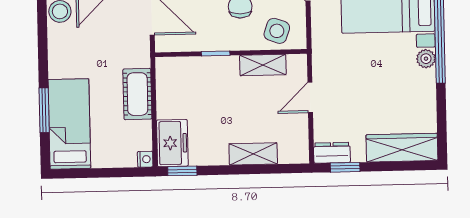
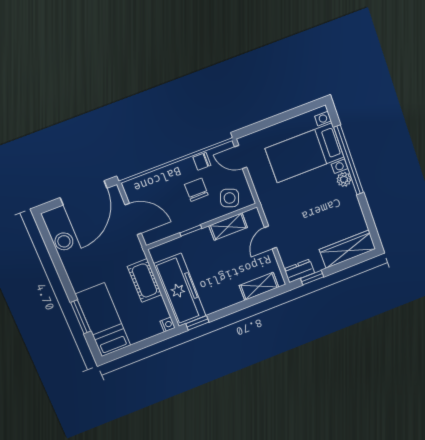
freezer: (172, 143) -> (180, 290), width x1.91, depth x1.26
shelving: (253, 154) -> (259, 286), moved

